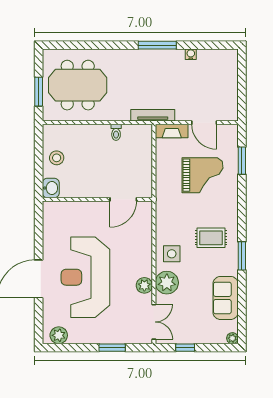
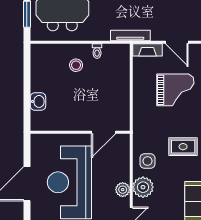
stool: (57, 158) -> (76, 65), moved
wall: (97, 199) -> (80, 132), moved
door: (123, 199) -> (104, 132), moved

